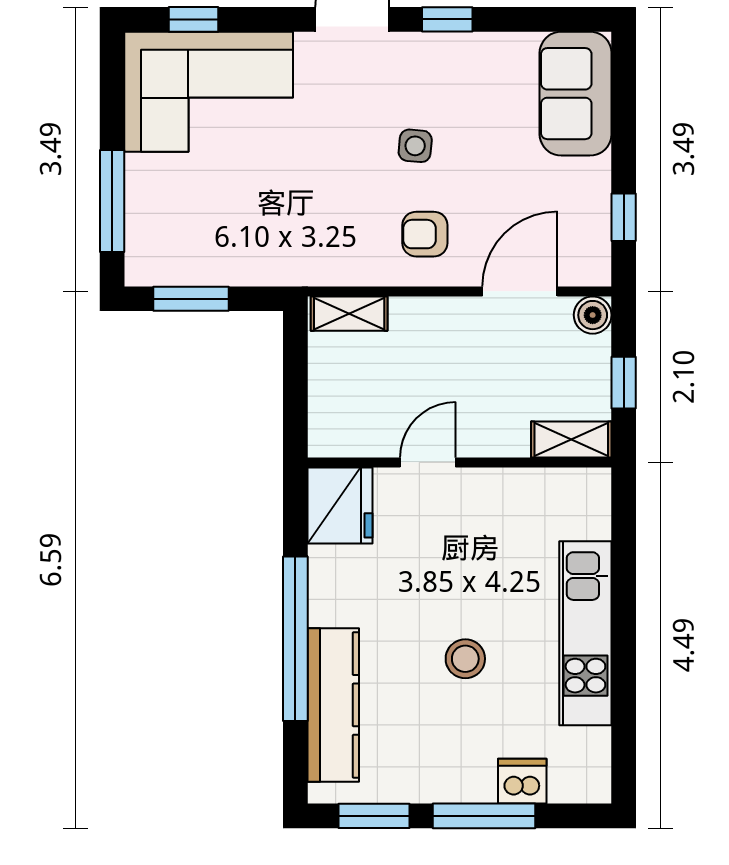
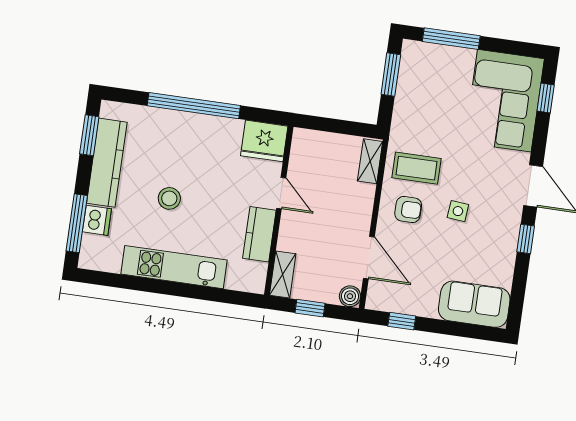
coffee table: (350, 230) -> (417, 168), added
armchair: (425, 234) -> (408, 210), turned 90
kitchen counter: (506, 491) -> (259, 234), added
kitchen counter: (333, 705) -> (107, 163), moved, turned -90
window: (484, 816) -> (77, 223), moved

